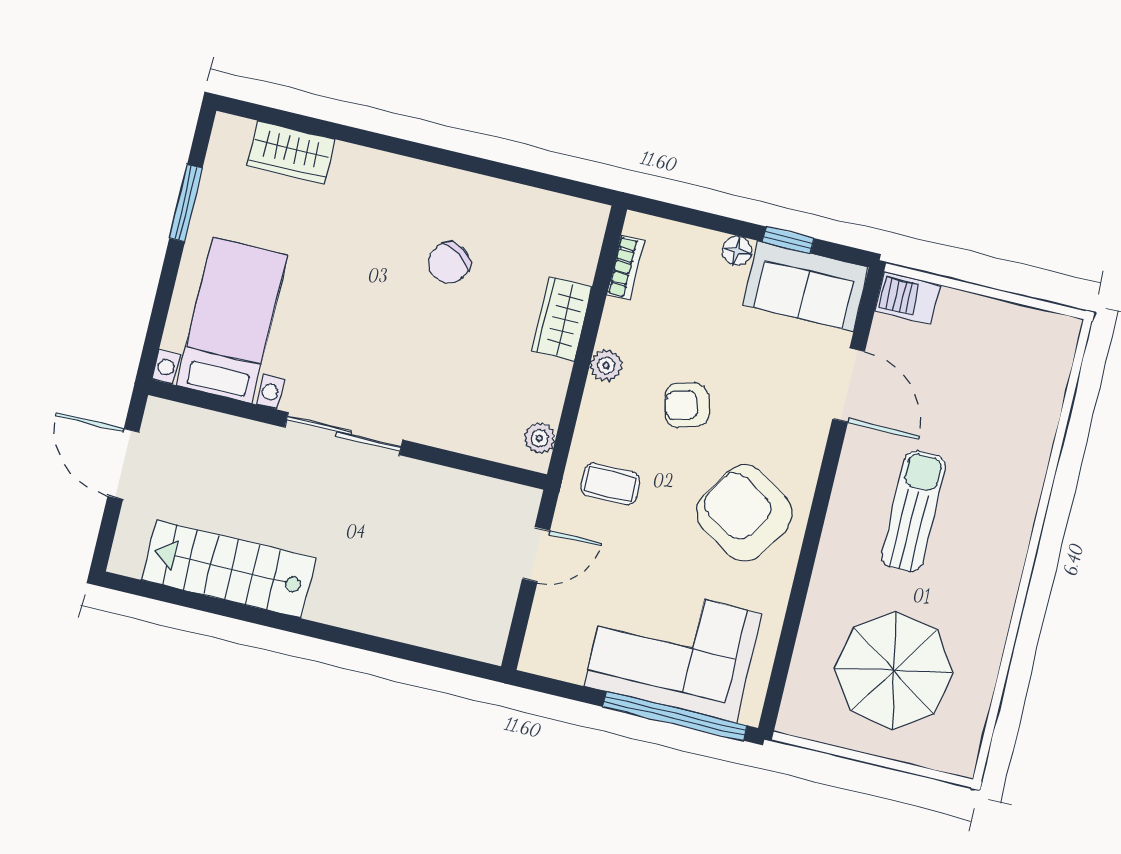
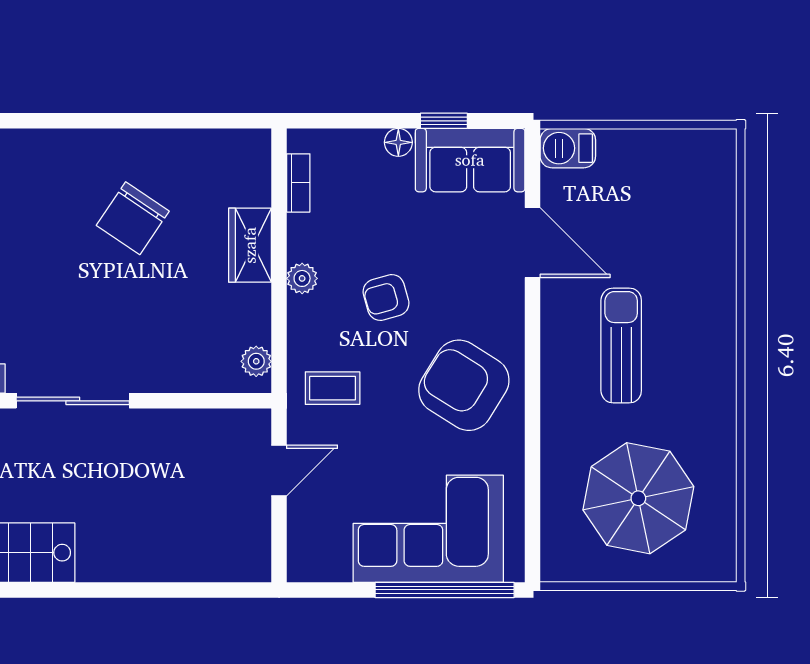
chair: (449, 263) -> (133, 218), width x1.37, depth x1.37

